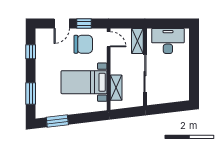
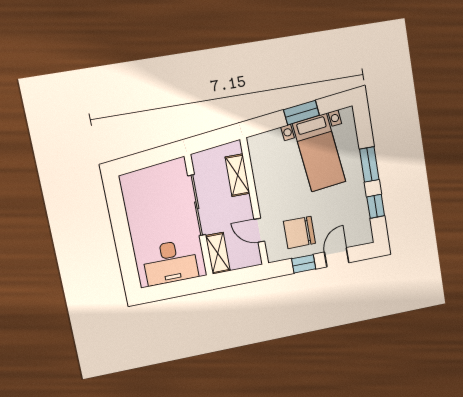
door: (109, 39) -> (259, 230), moved
bed with nightstands: (84, 82) -> (319, 153), moved, turned 83
window: (31, 94) -> (369, 164), moved
window: (57, 121) -> (301, 113), moved

